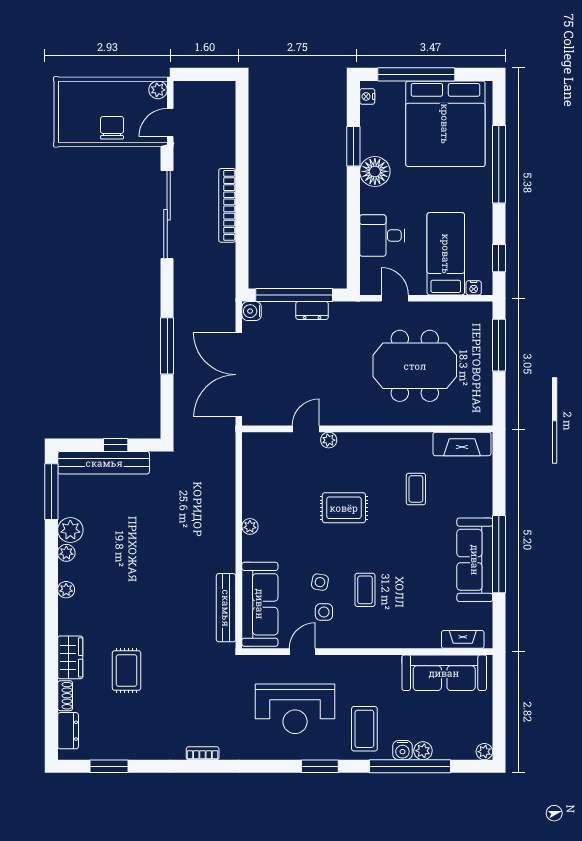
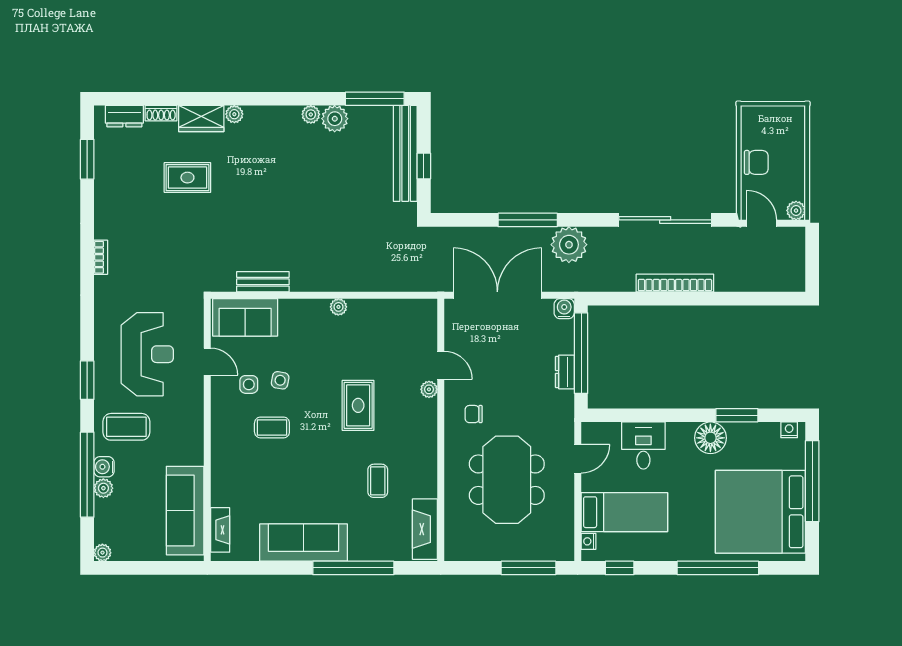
plant: (191, 307) -> (569, 245), added
chair: (352, 397) -> (474, 414), added
coffee table: (416, 489) -> (378, 481), turned 90
window: (499, 554) -> (353, 568), moved
plant: (66, 590) -> (234, 114), moved
sofa: (260, 604) -> (245, 317), width x0.73
bench: (226, 608) -> (263, 282), width x0.73
reception desk: (295, 709) -> (147, 354), turned 180

